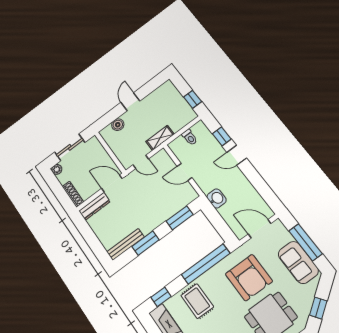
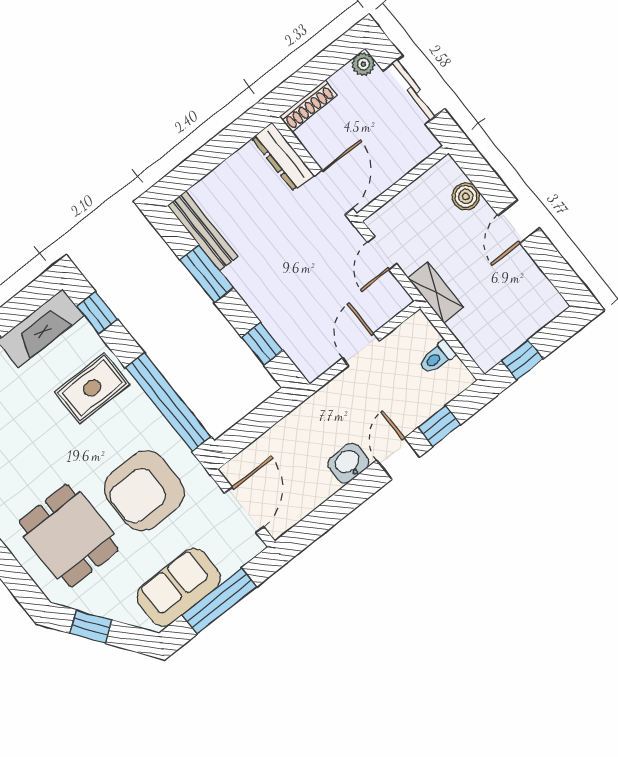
door: (130, 102) -> (519, 222), swing flipped
washbasin: (217, 198) -> (348, 463), moved, turned 180
window: (180, 218) -> (262, 344), width x0.67

